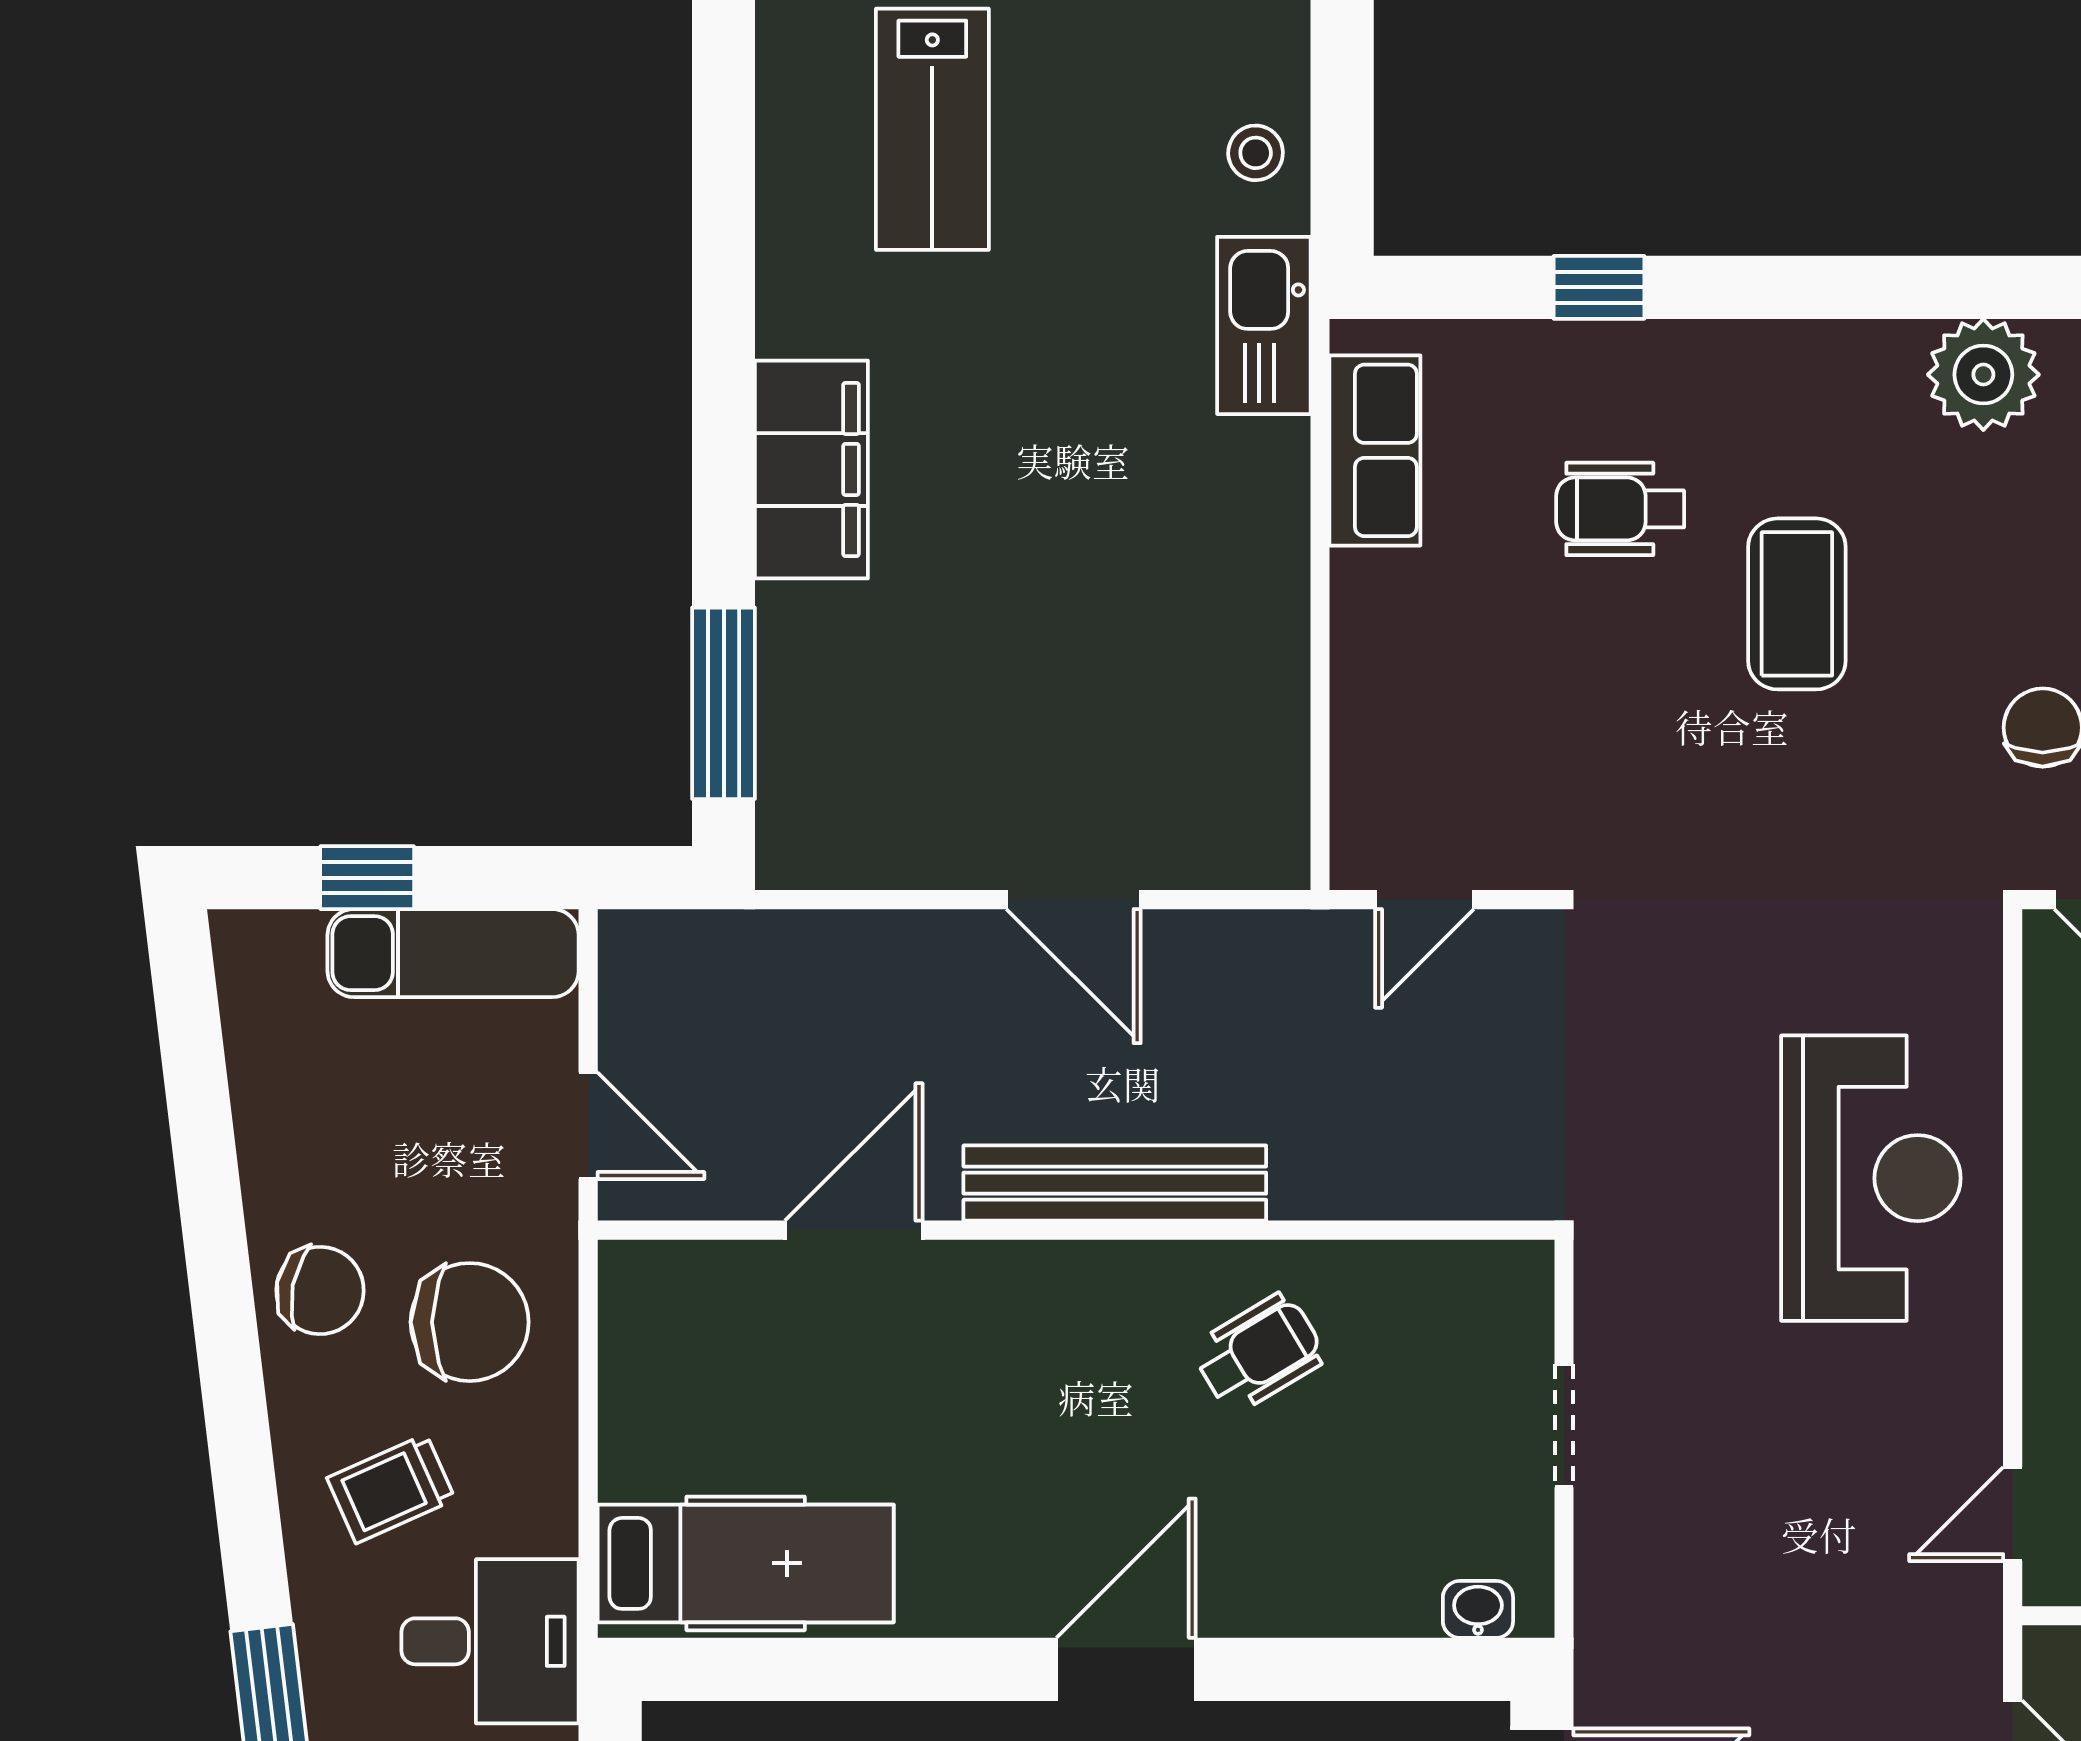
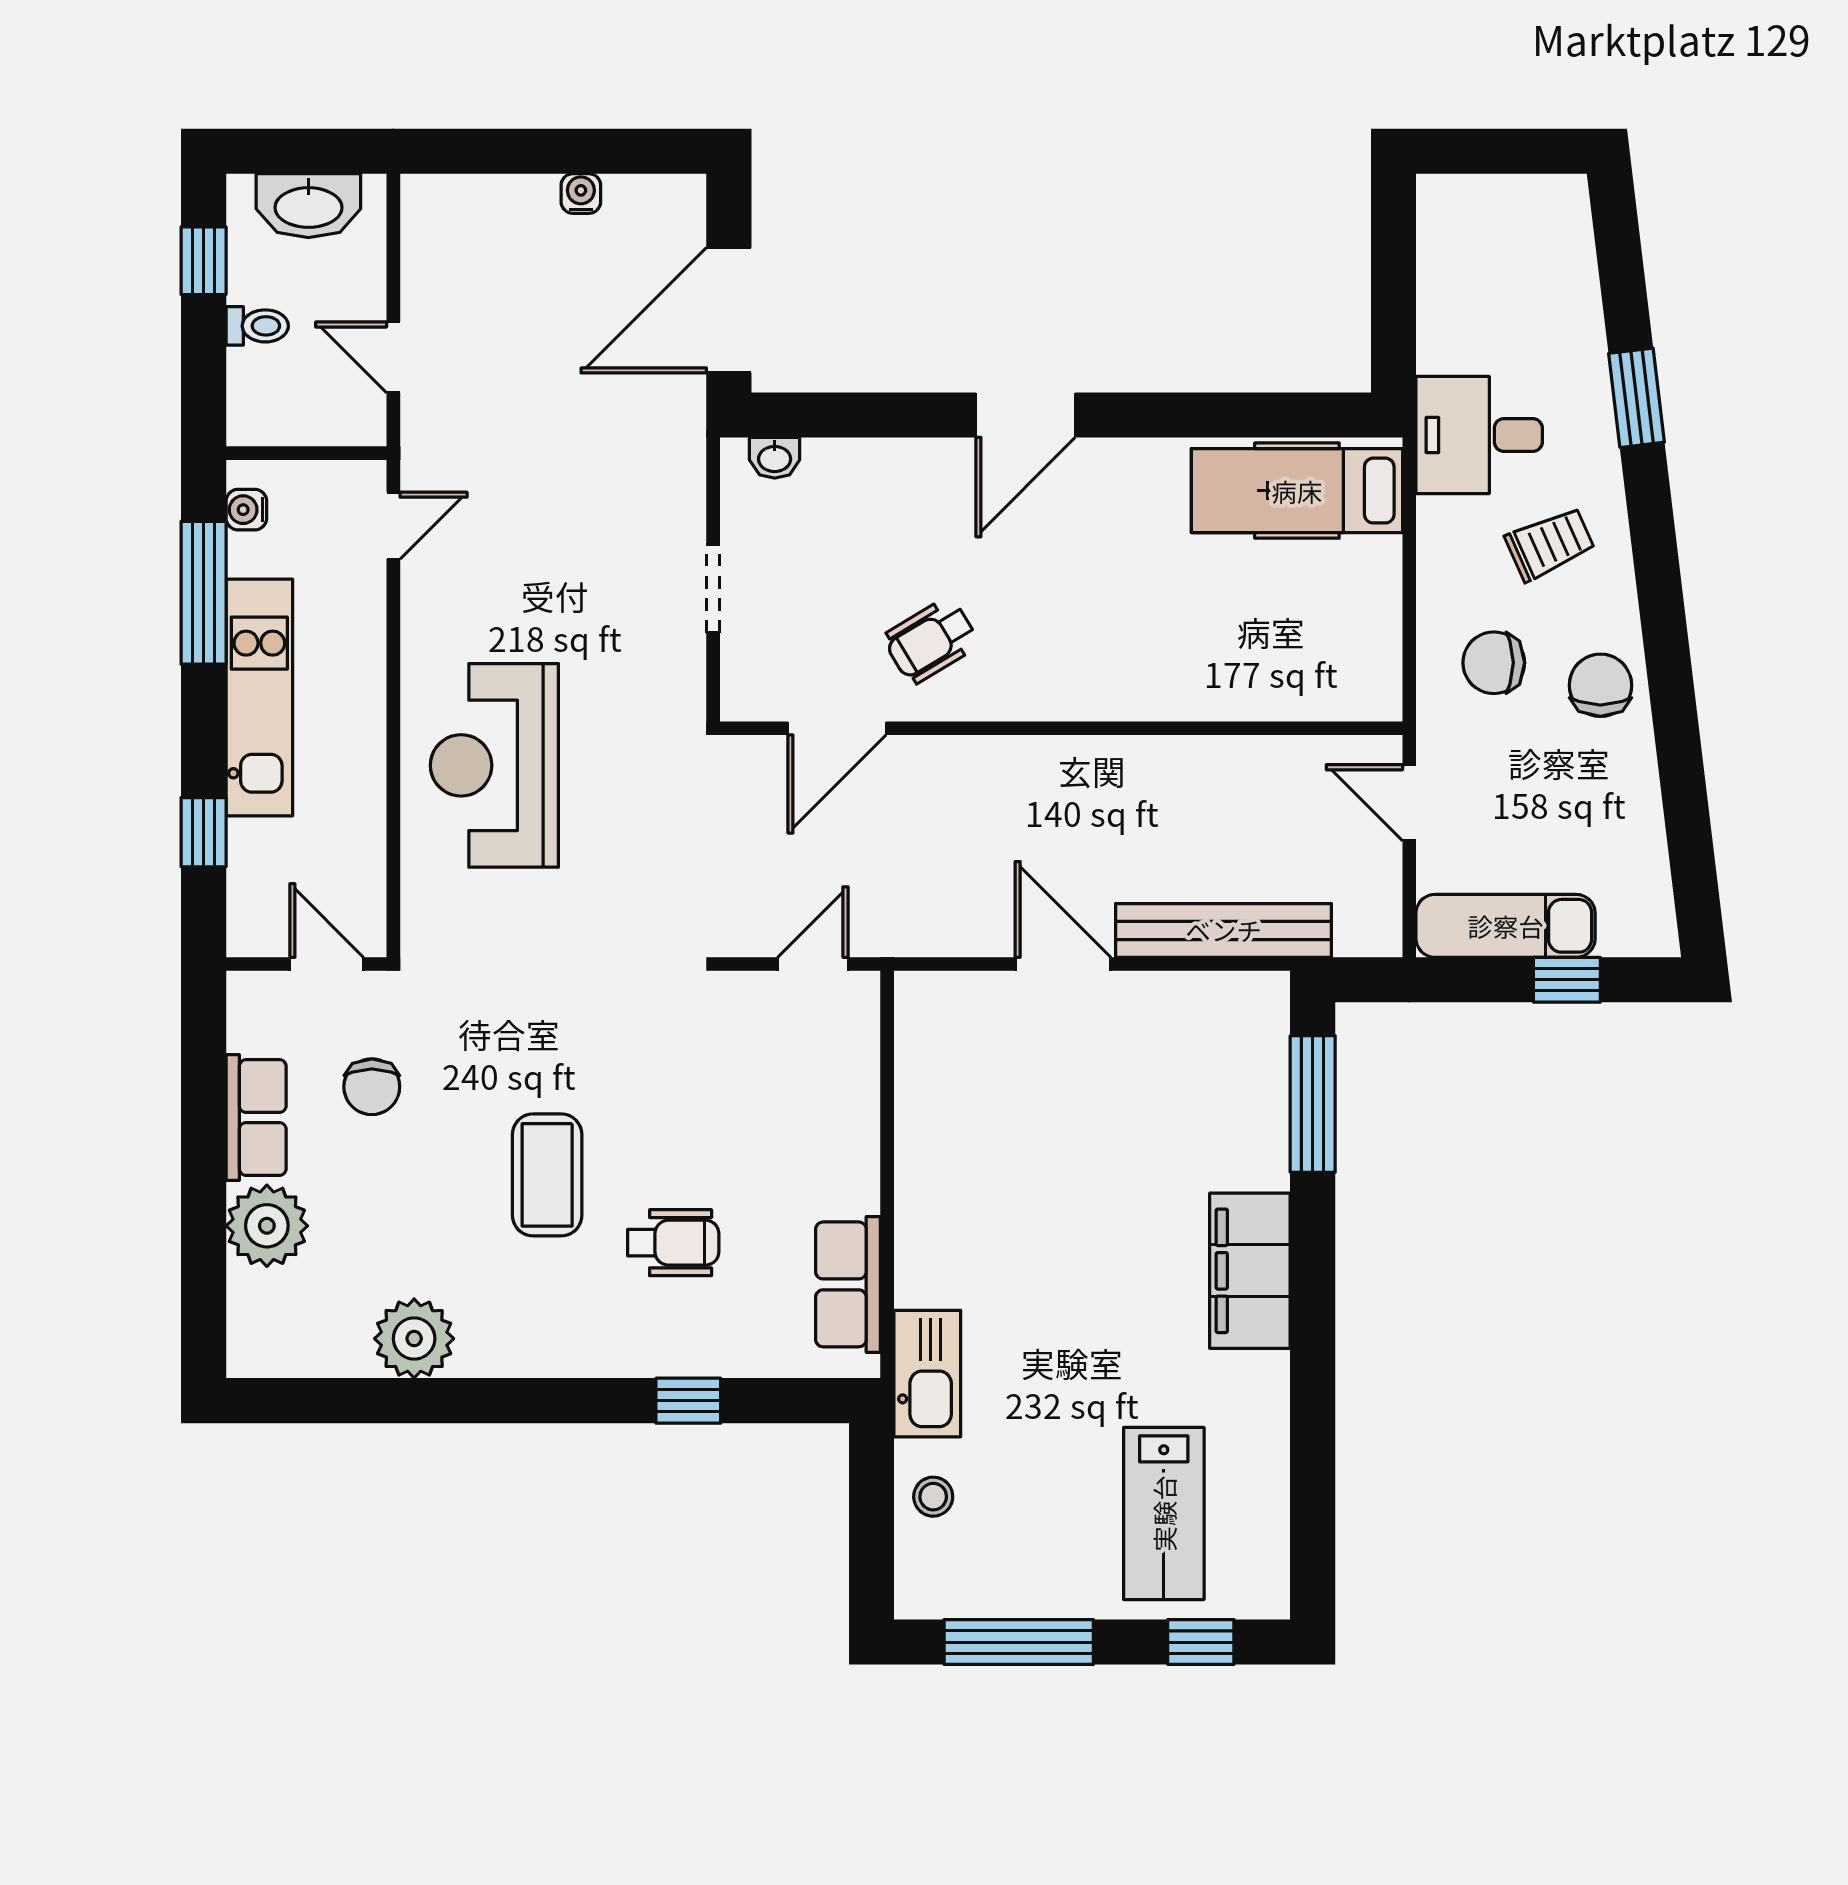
lab bench: (932, 129) -> (1164, 1513), turned 180
bench: (1115, 1183) -> (1224, 930), moved
door: (854, 1230) -> (837, 728), moved
chair: (320, 1290) -> (1600, 685), turned 79
chair: (470, 1322) -> (1494, 663), width x0.73, depth x0.73

